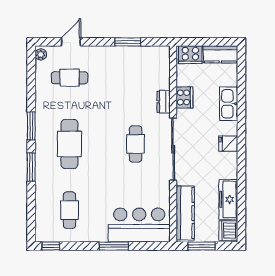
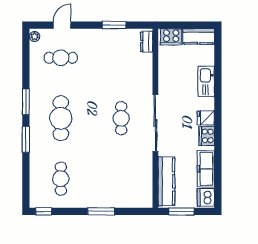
cooker: (184, 97) -> (207, 136), moved, turned 180
dresser: (164, 102) -> (147, 42), moved
bar counter: (139, 225) -> (124, 192), removed

